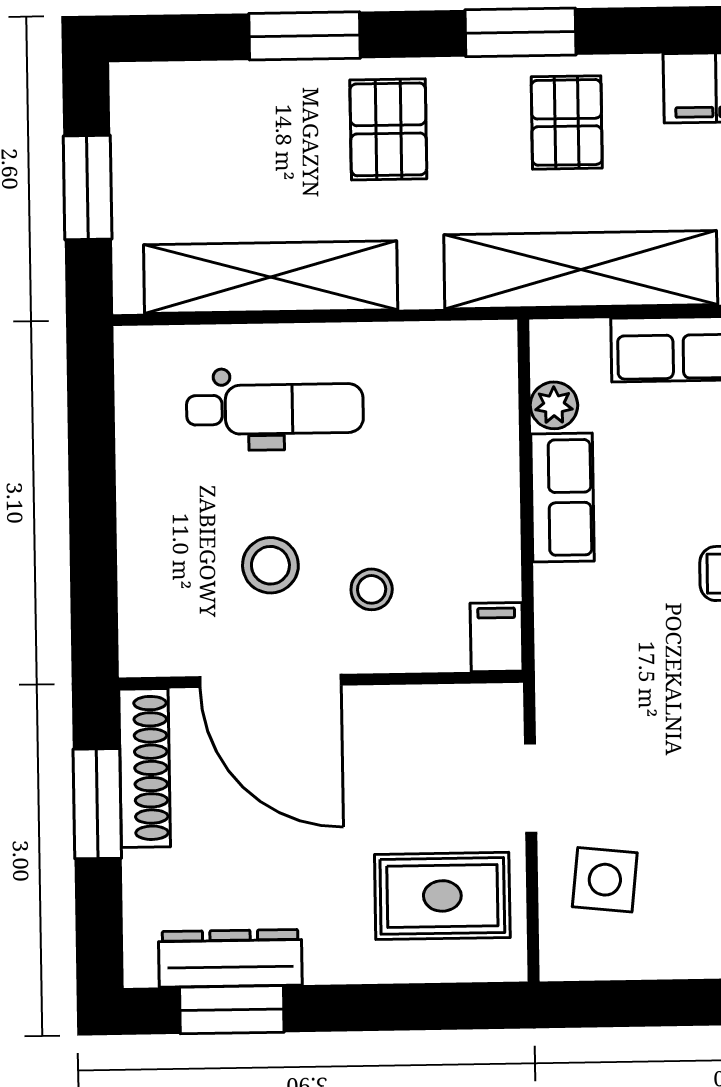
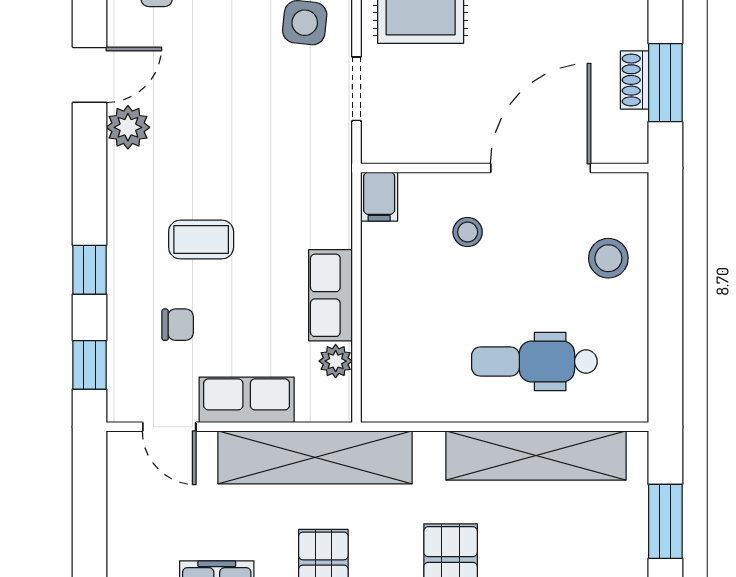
stool: (270, 565) -> (608, 258), moved
door: (270, 681) -> (541, 168), hinge flipped
shoe rack: (145, 768) -> (635, 80), width x0.51, depth x0.81

